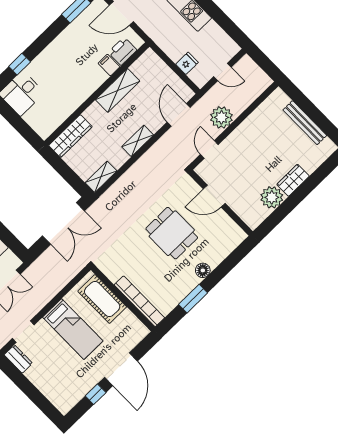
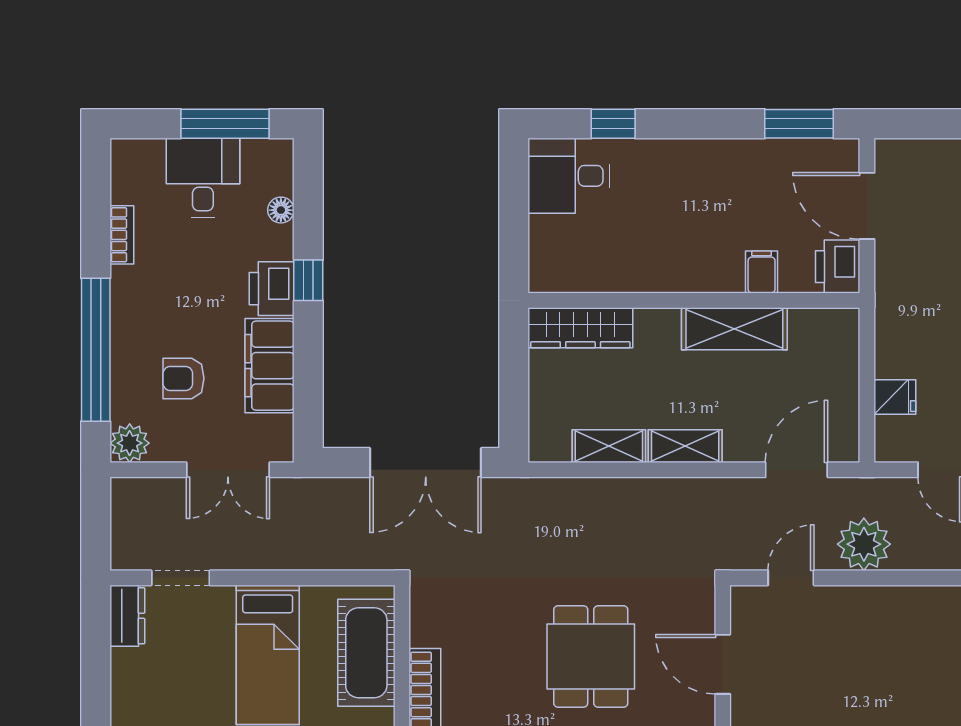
printer: (123, 51) -> (838, 267), moved, turned -90
shelving: (101, 177) -> (609, 446), moved

